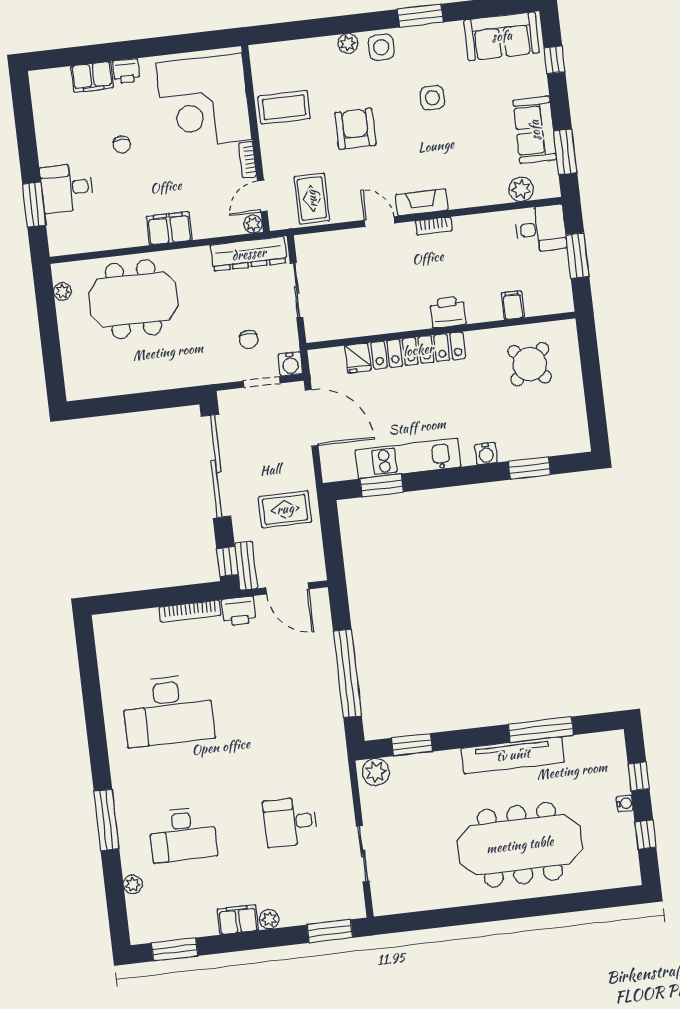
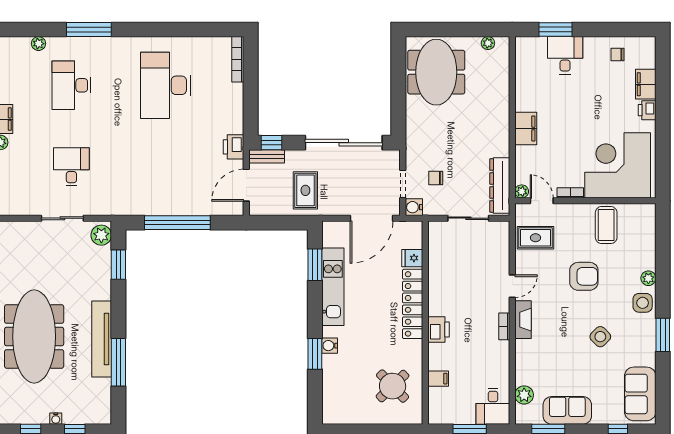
side table: (432, 98) -> (600, 337), turned 45
chair: (122, 145) -> (618, 54), moved
meeting table: (133, 299) -> (436, 72), moved
window: (529, 468) -> (315, 354), moved
bookcase: (190, 611) -> (238, 59), moved
sliding door: (363, 854) -> (62, 218), moved

